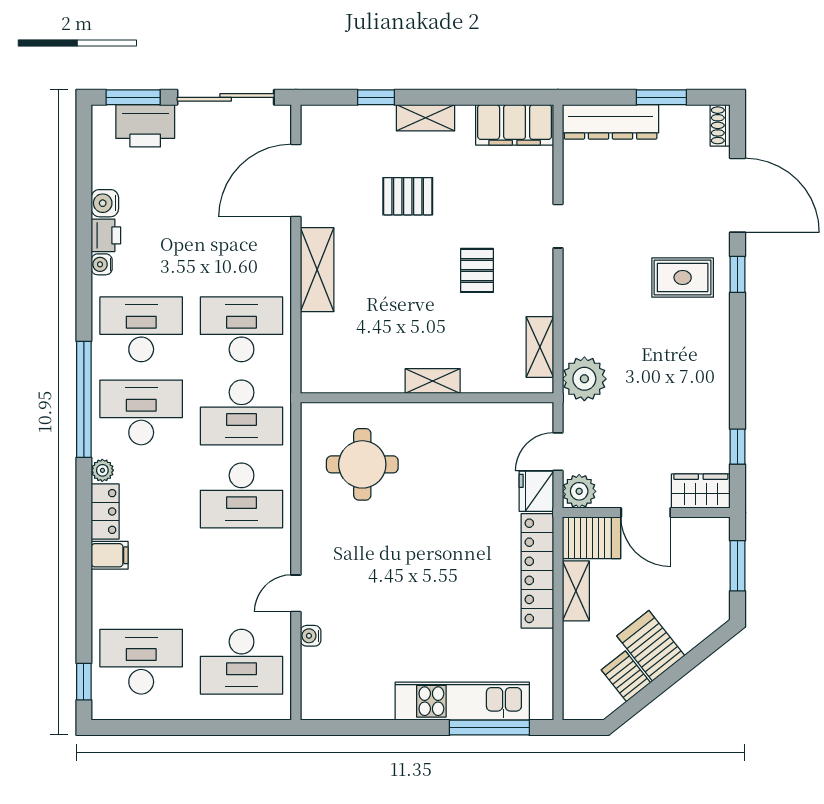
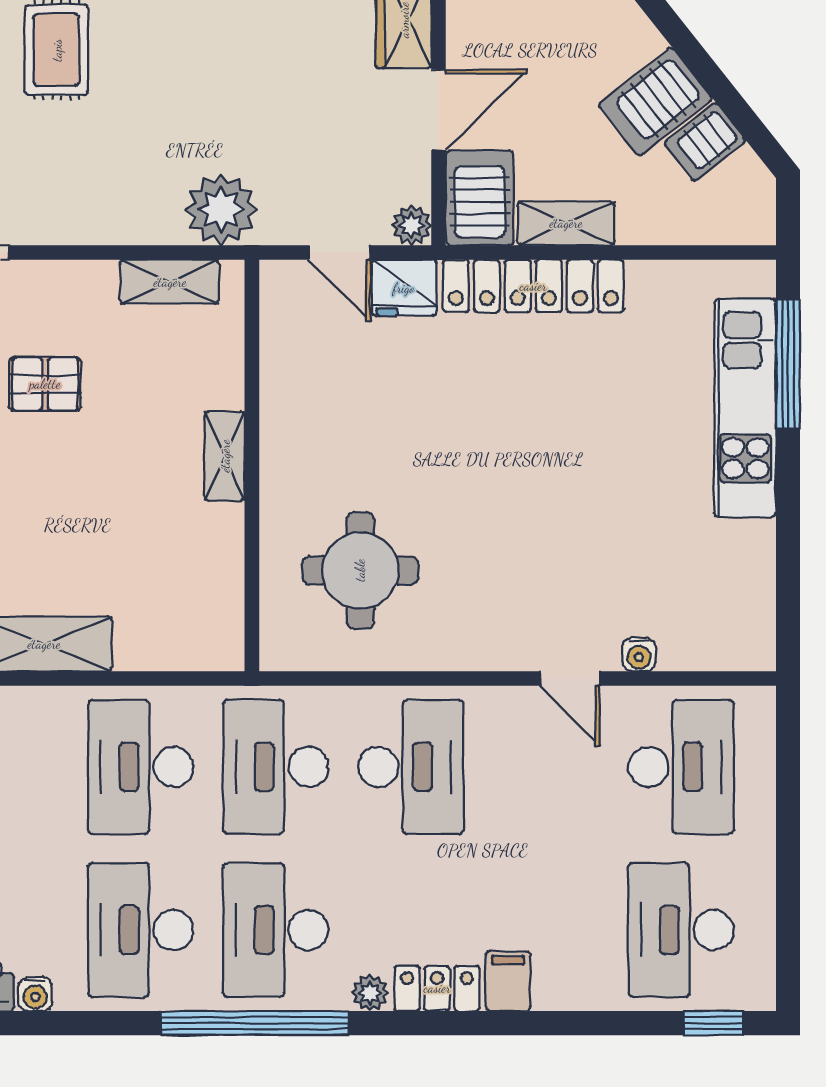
desk: (242, 412) -> (276, 767), turned 180
plant: (579, 491) -> (411, 225), width x0.73, depth x0.73

